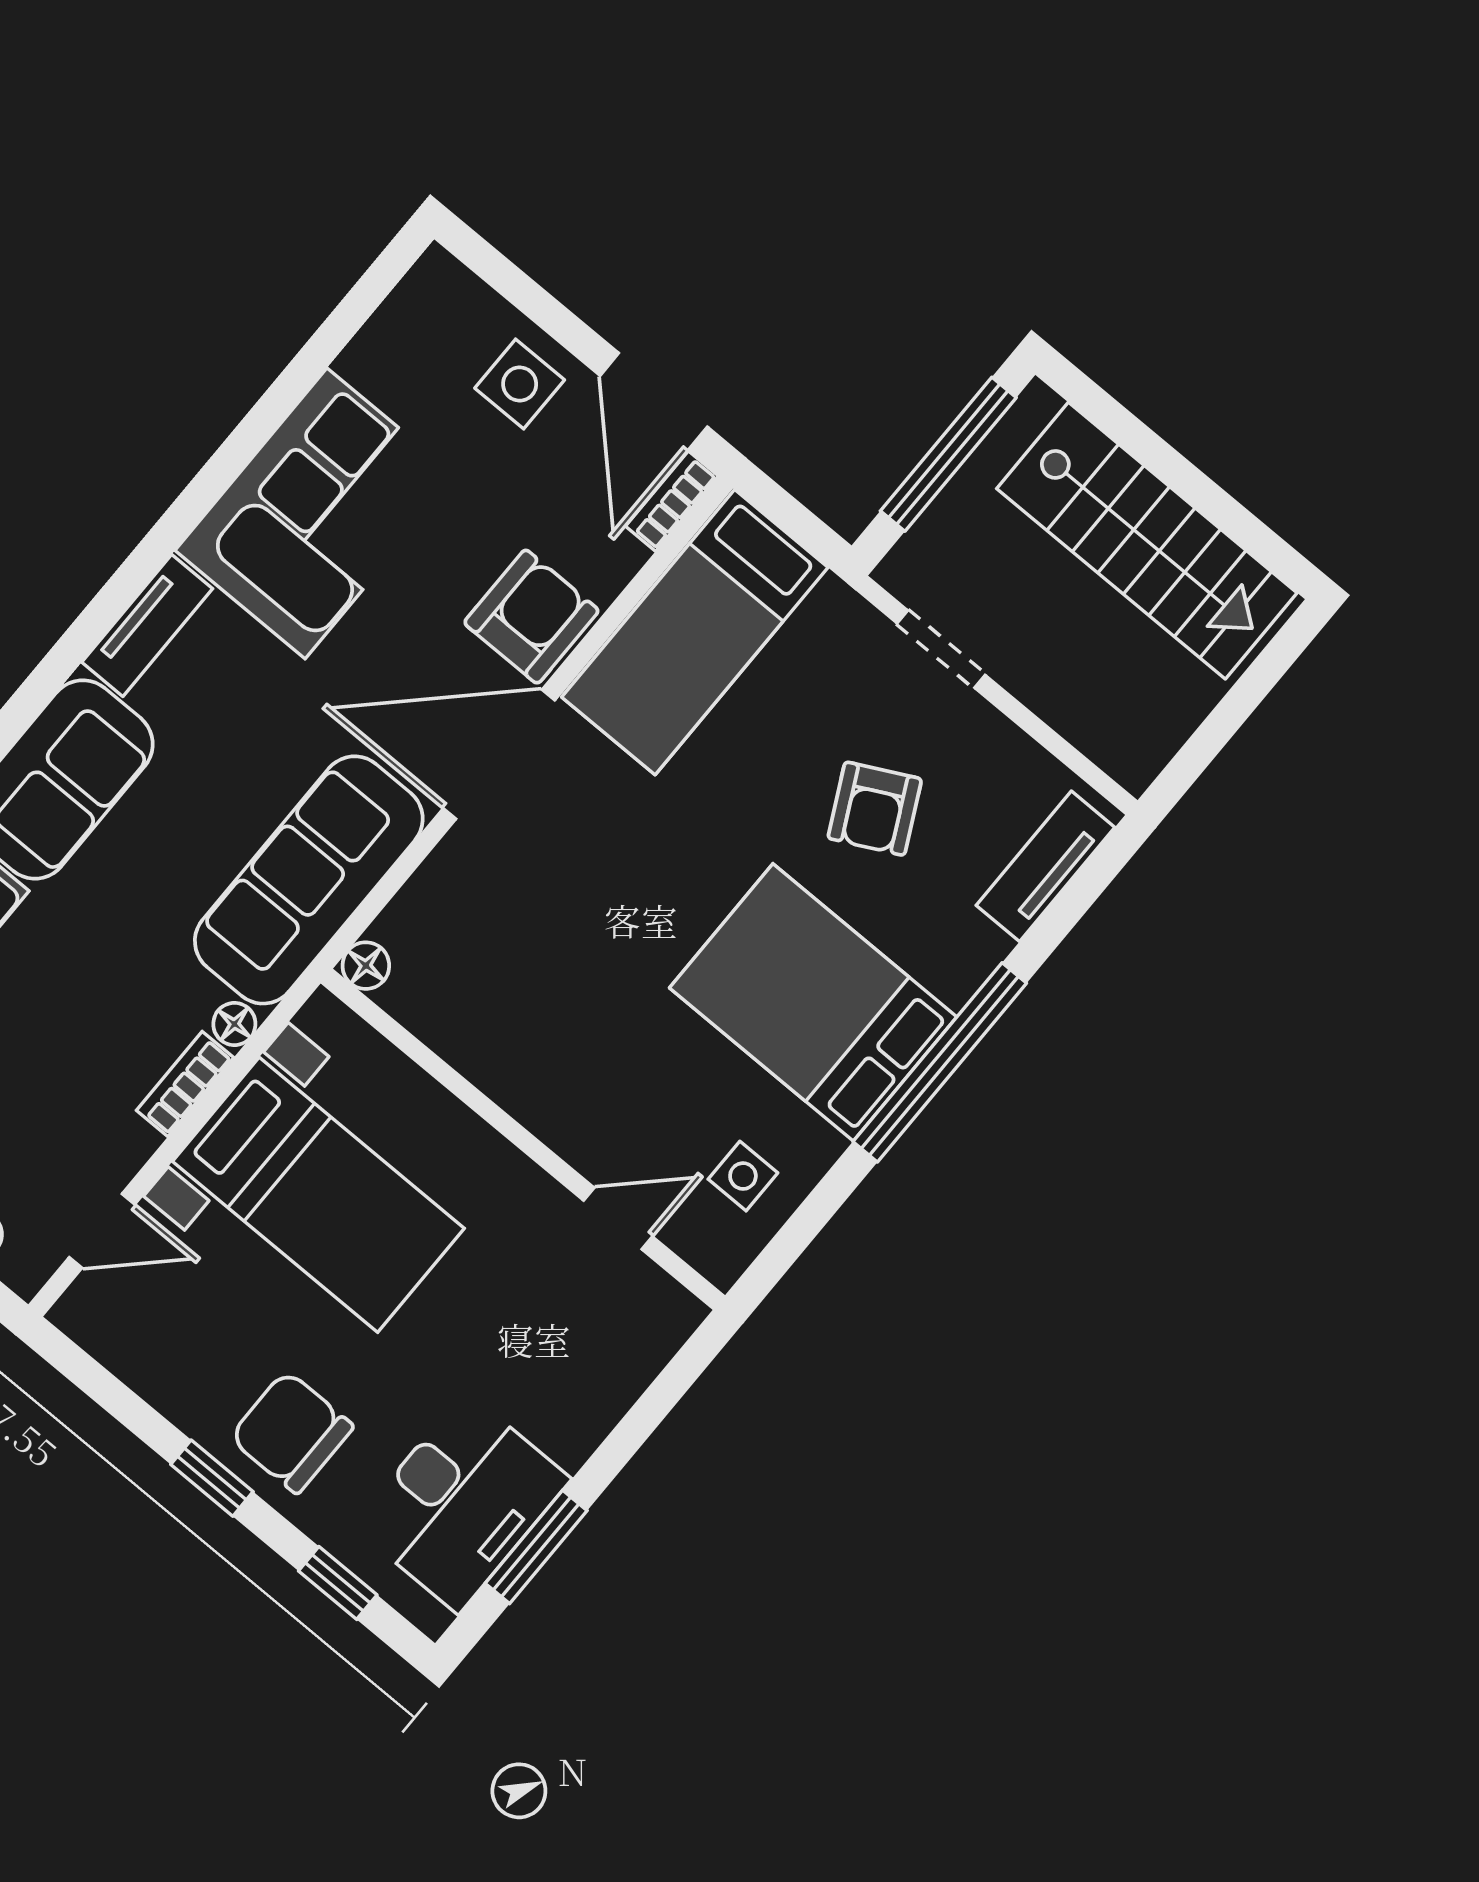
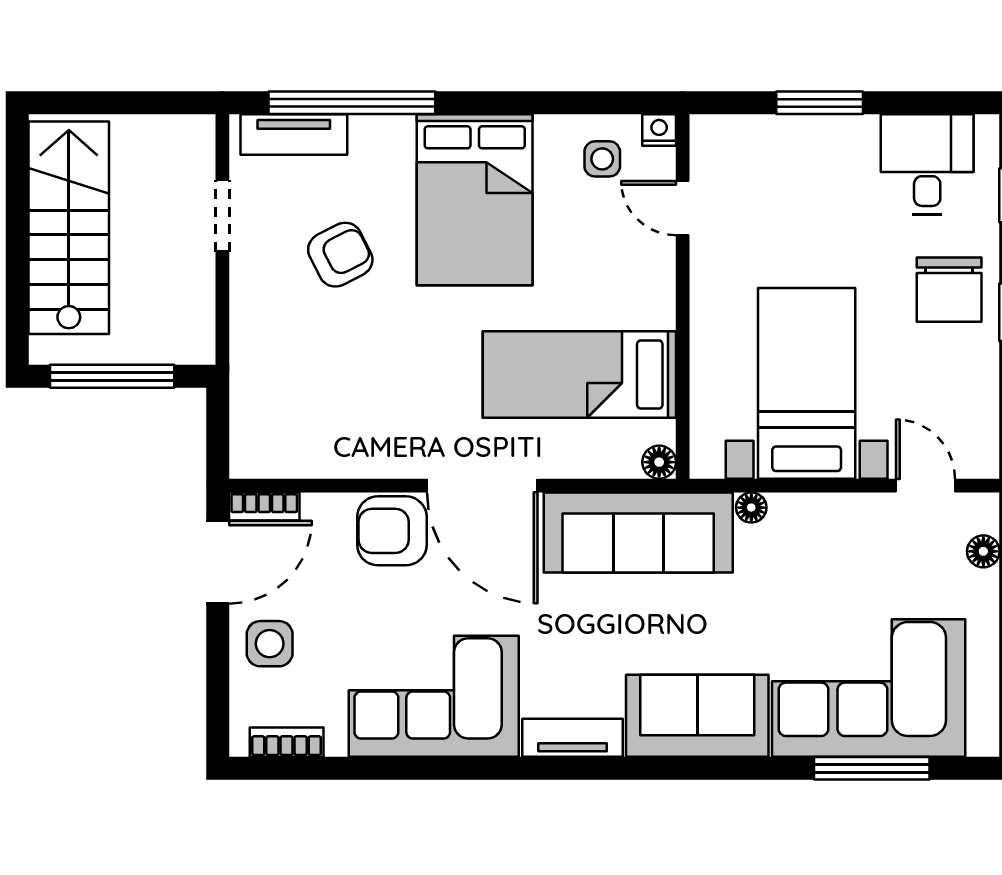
bed: (695, 632) -> (579, 374), moved, turned 180
doorway: (941, 649) -> (222, 216), moved
window: (940, 1062) -> (352, 103), moved
bookcase: (185, 1084) -> (287, 742), moved, turned 180
nightstand: (723, 1263) -> (659, 130), added
desk: (462, 1502) -> (927, 164), width x0.73
window: (536, 1547) -> (820, 103), moved

